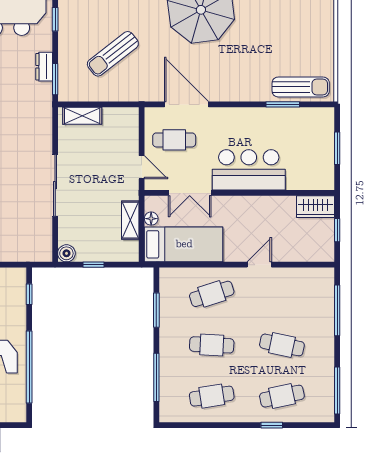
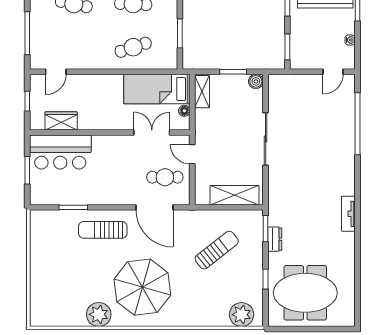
sun lounger: (301, 87) -> (103, 230), moved
shelving: (82, 116) -> (234, 195), width x1.50, depth x1.33
bar counter: (249, 170) -> (60, 152), moved
wardrobe: (316, 207) -> (61, 121), moved
shelving: (130, 220) -> (202, 92), moved
window: (93, 265) -> (233, 72), width x1.50
door: (259, 265) -> (56, 72), moved
window: (29, 294) -> (287, 47), width x1.50

